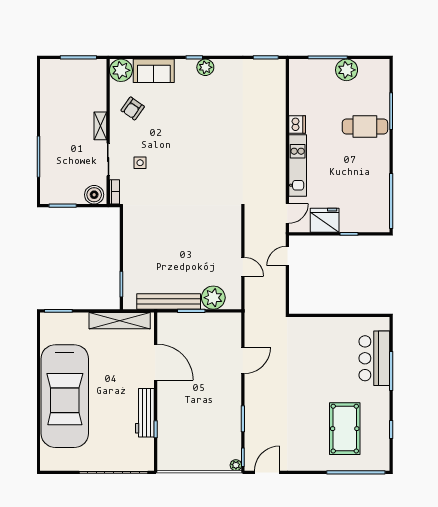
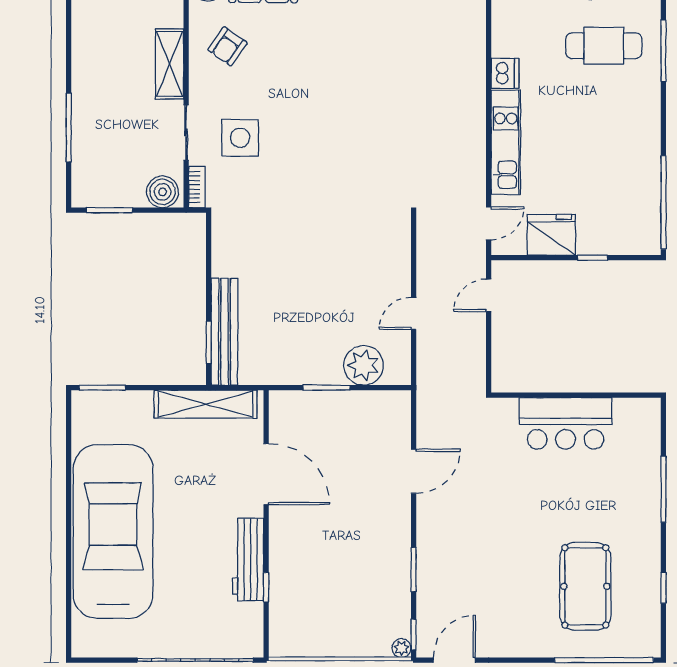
shelving: (100, 126) -> (170, 64), width x1.50, depth x1.33
cafe table: (365, 126) -> (604, 46), moved
side table: (140, 163) -> (240, 138), width x1.87, depth x1.87
door: (243, 267) -> (414, 313), swing flipped
bench: (169, 301) -> (224, 332), moved, turned 90
bar counter: (374, 358) -> (566, 423), moved, turned -90
car: (65, 396) -> (113, 531), turned 180

